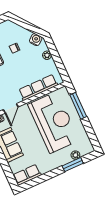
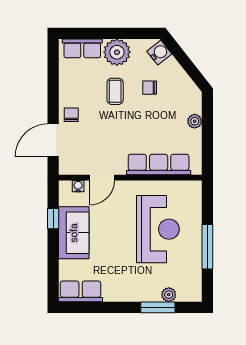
water cooler: (36, 40) -> (159, 53), moved
window: (78, 106) -> (207, 247), moved
reception desk: (54, 122) -> (158, 229), width x0.74, depth x0.77

